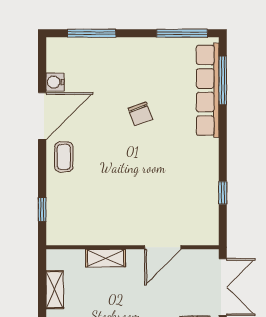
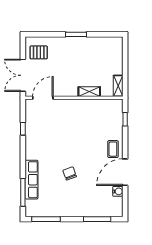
row of seats: (208, 90) -> (31, 180), width x0.73
door: (163, 247) -> (43, 98), moved
shelving: (55, 290) -> (118, 86), moved

